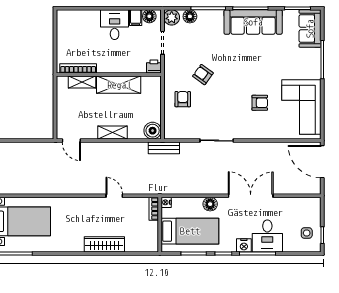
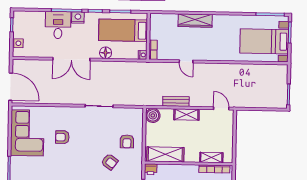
shelving: (119, 85) -> (165, 154), moved
bench: (164, 148) -> (176, 101), moved
side table: (307, 233) -> (18, 43), moved

